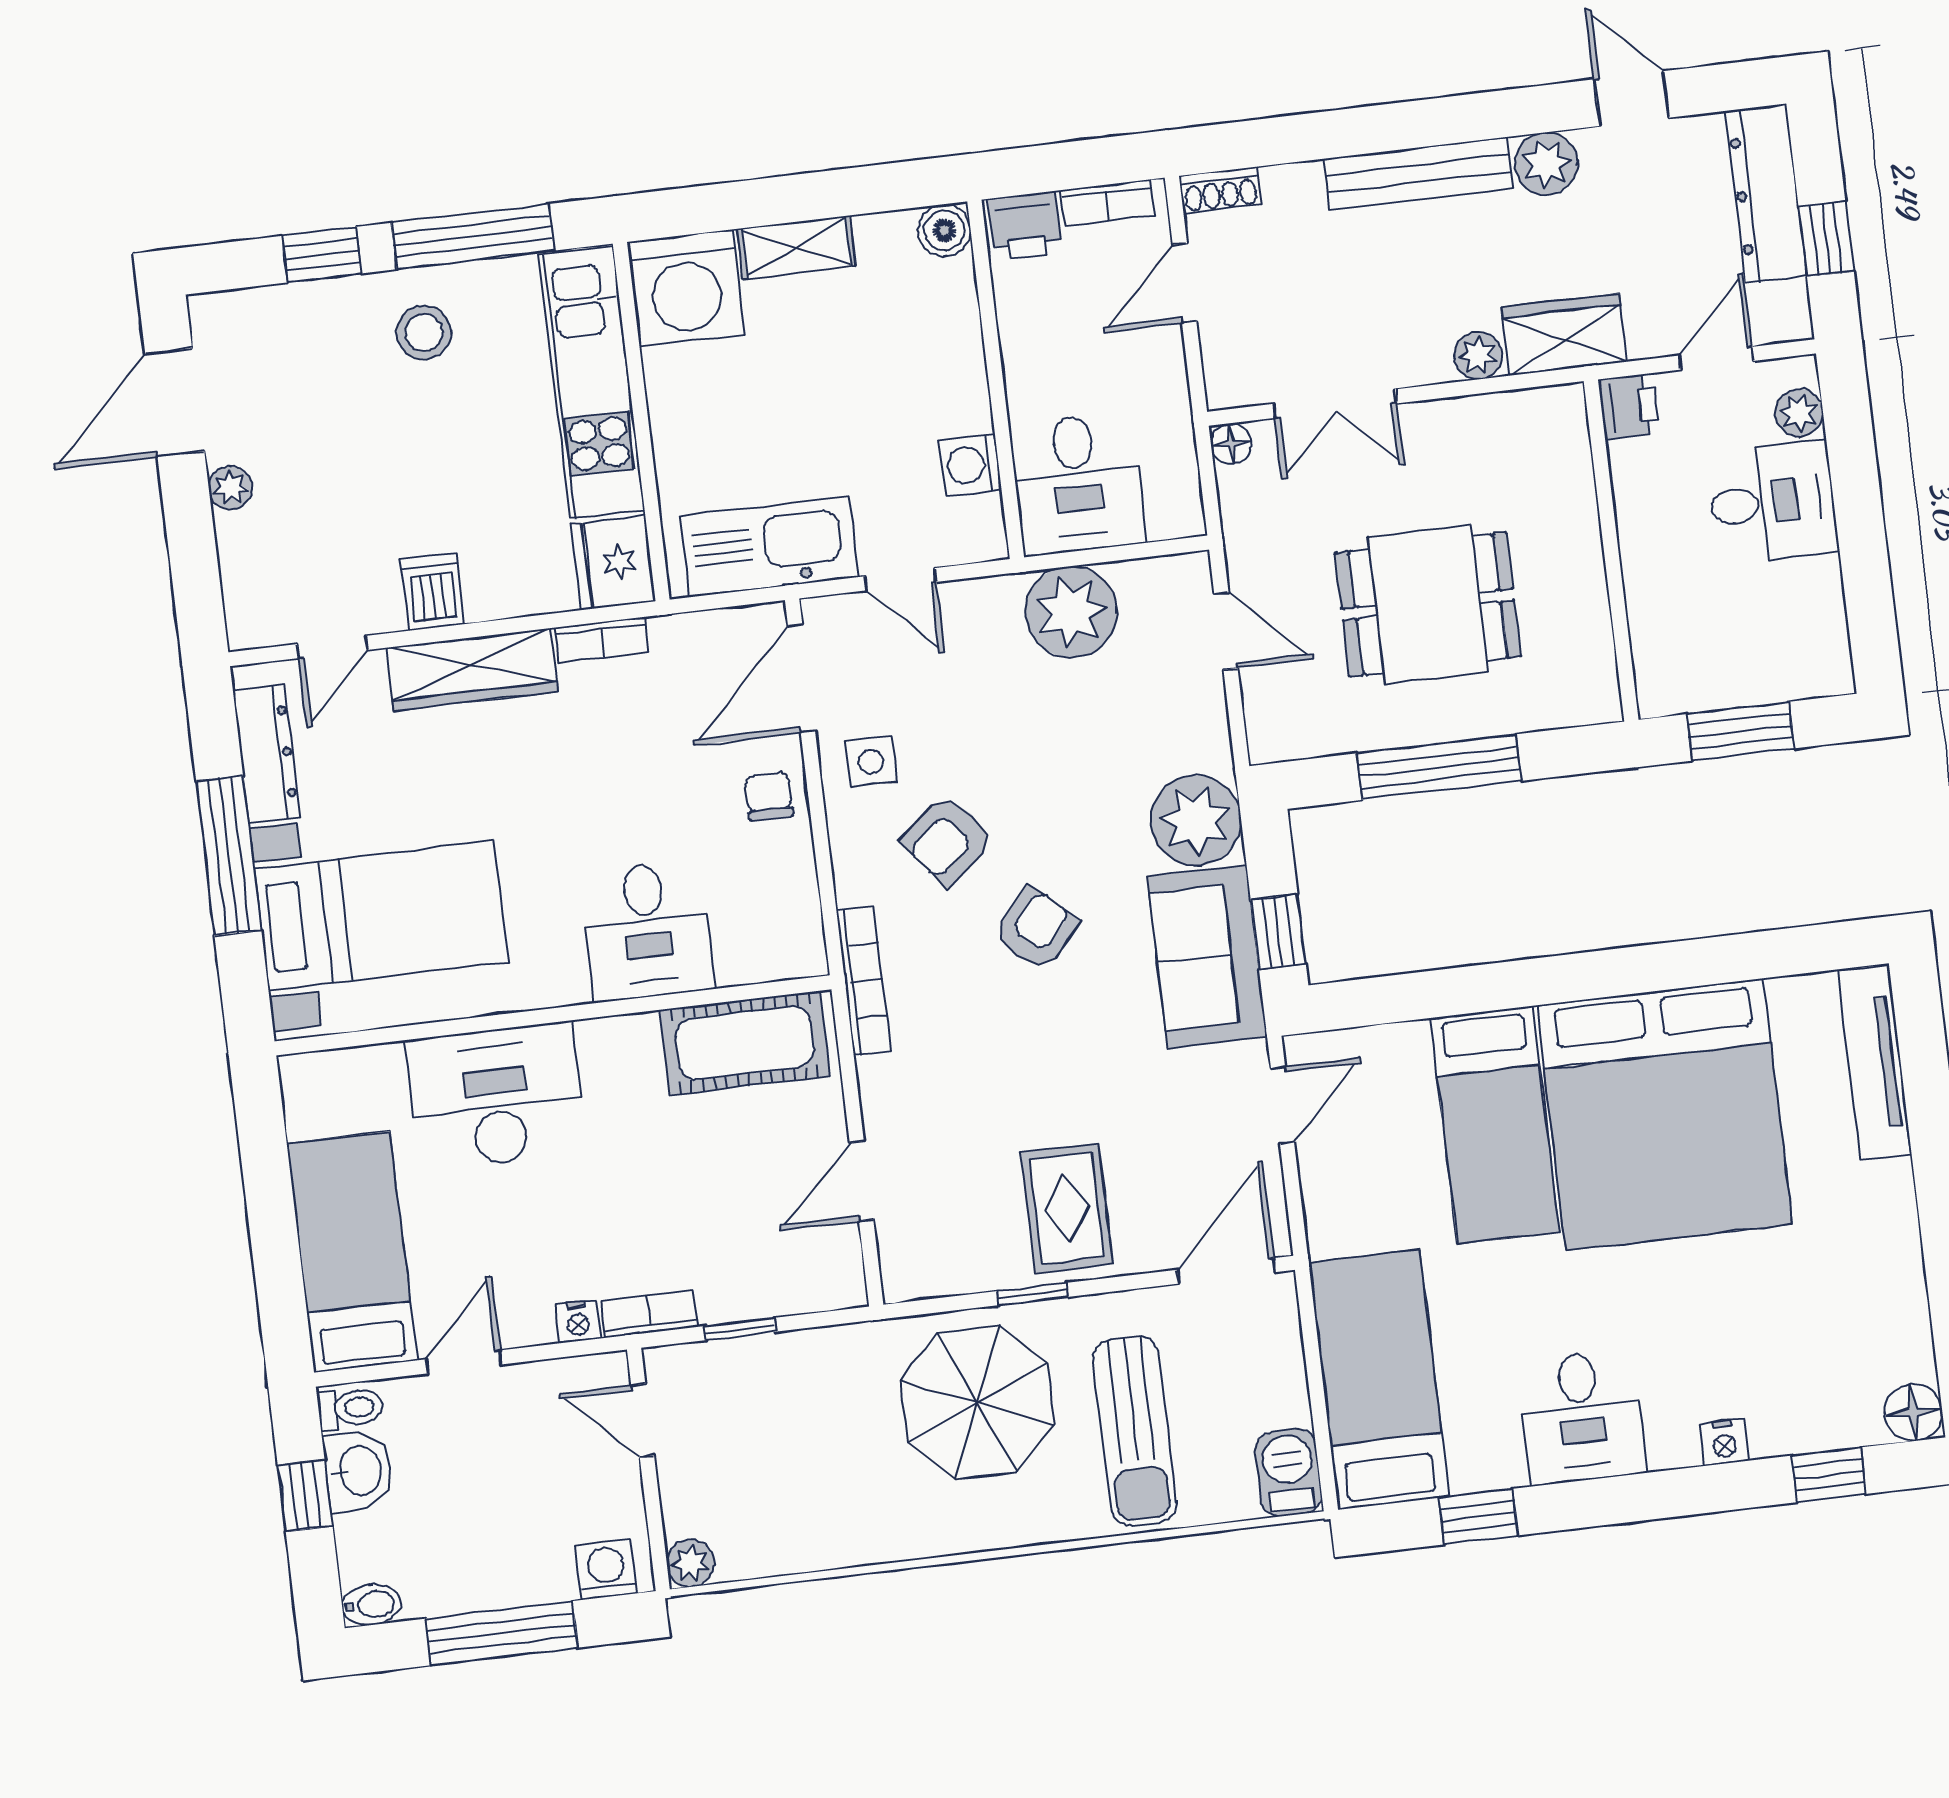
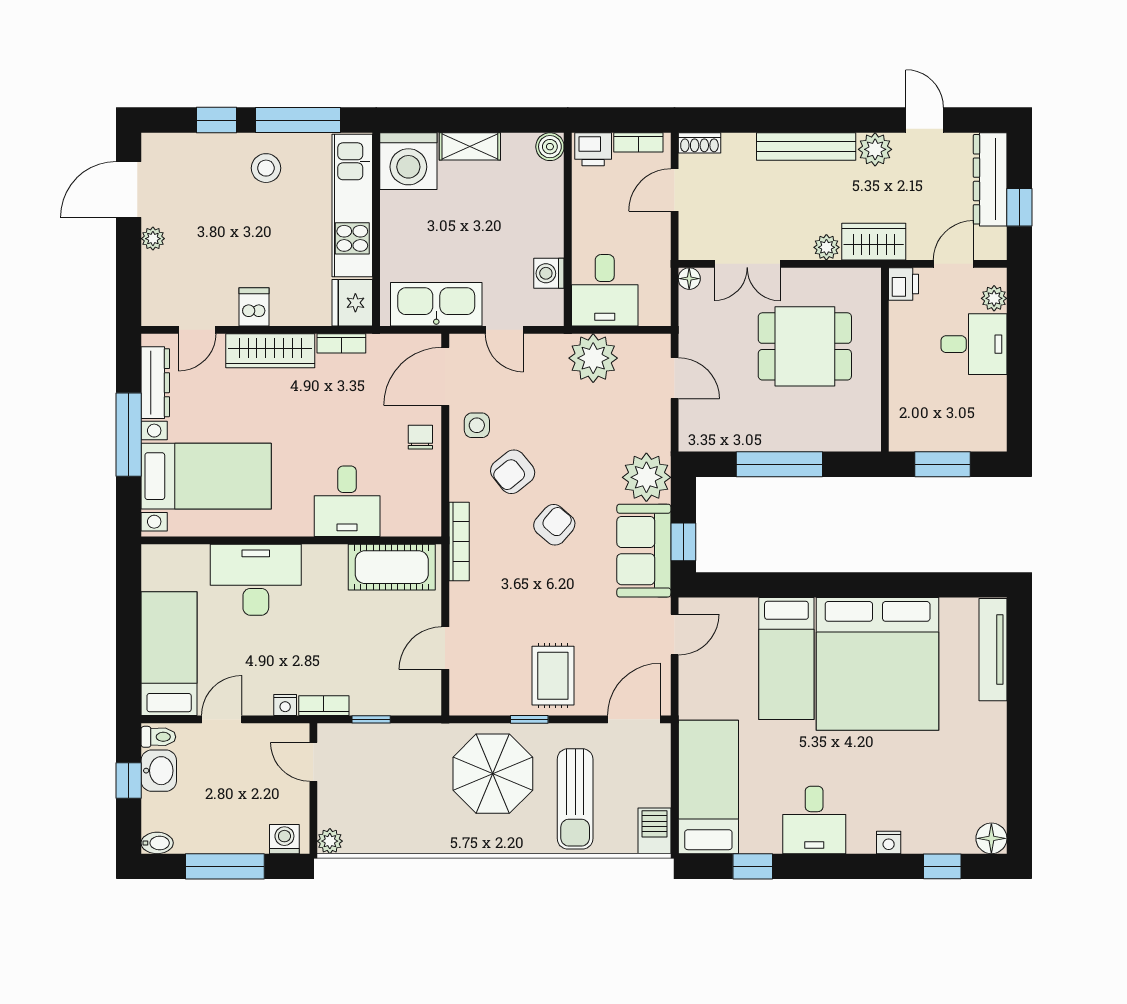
dining table: (1428, 604) -> (805, 346), moved

